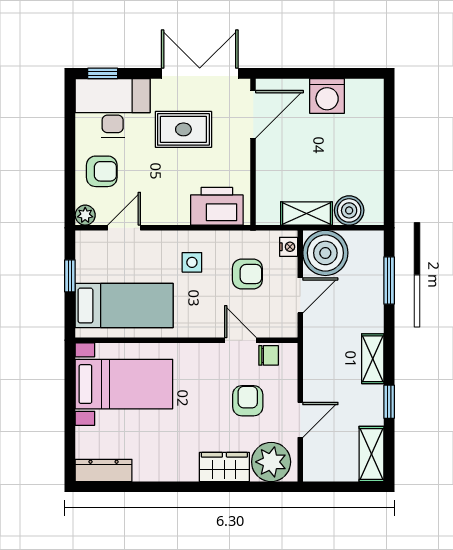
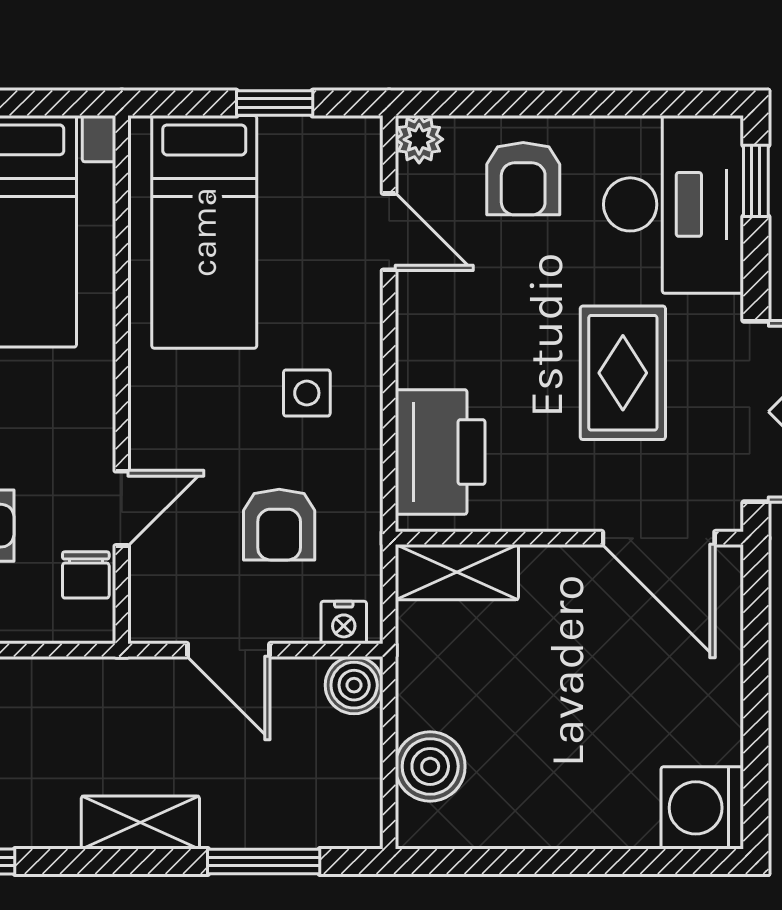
washing machine: (327, 96) -> (702, 808), moved
shelving: (306, 213) -> (457, 572), moved, turned 90
boiler: (325, 253) -> (354, 685), width x0.54, depth x0.54
shelving: (373, 359) -> (140, 822), moved

